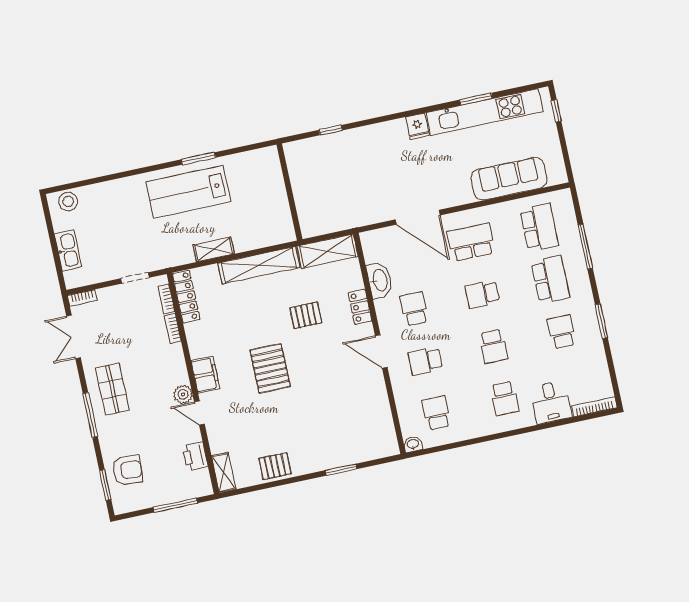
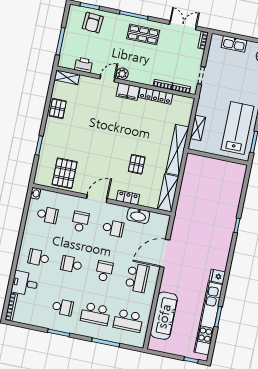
wall: (289, 192) -> (218, 157), moved
locker: (186, 297) -> (156, 96), moved
pallet: (270, 368) -> (65, 173), moved, turned 90

